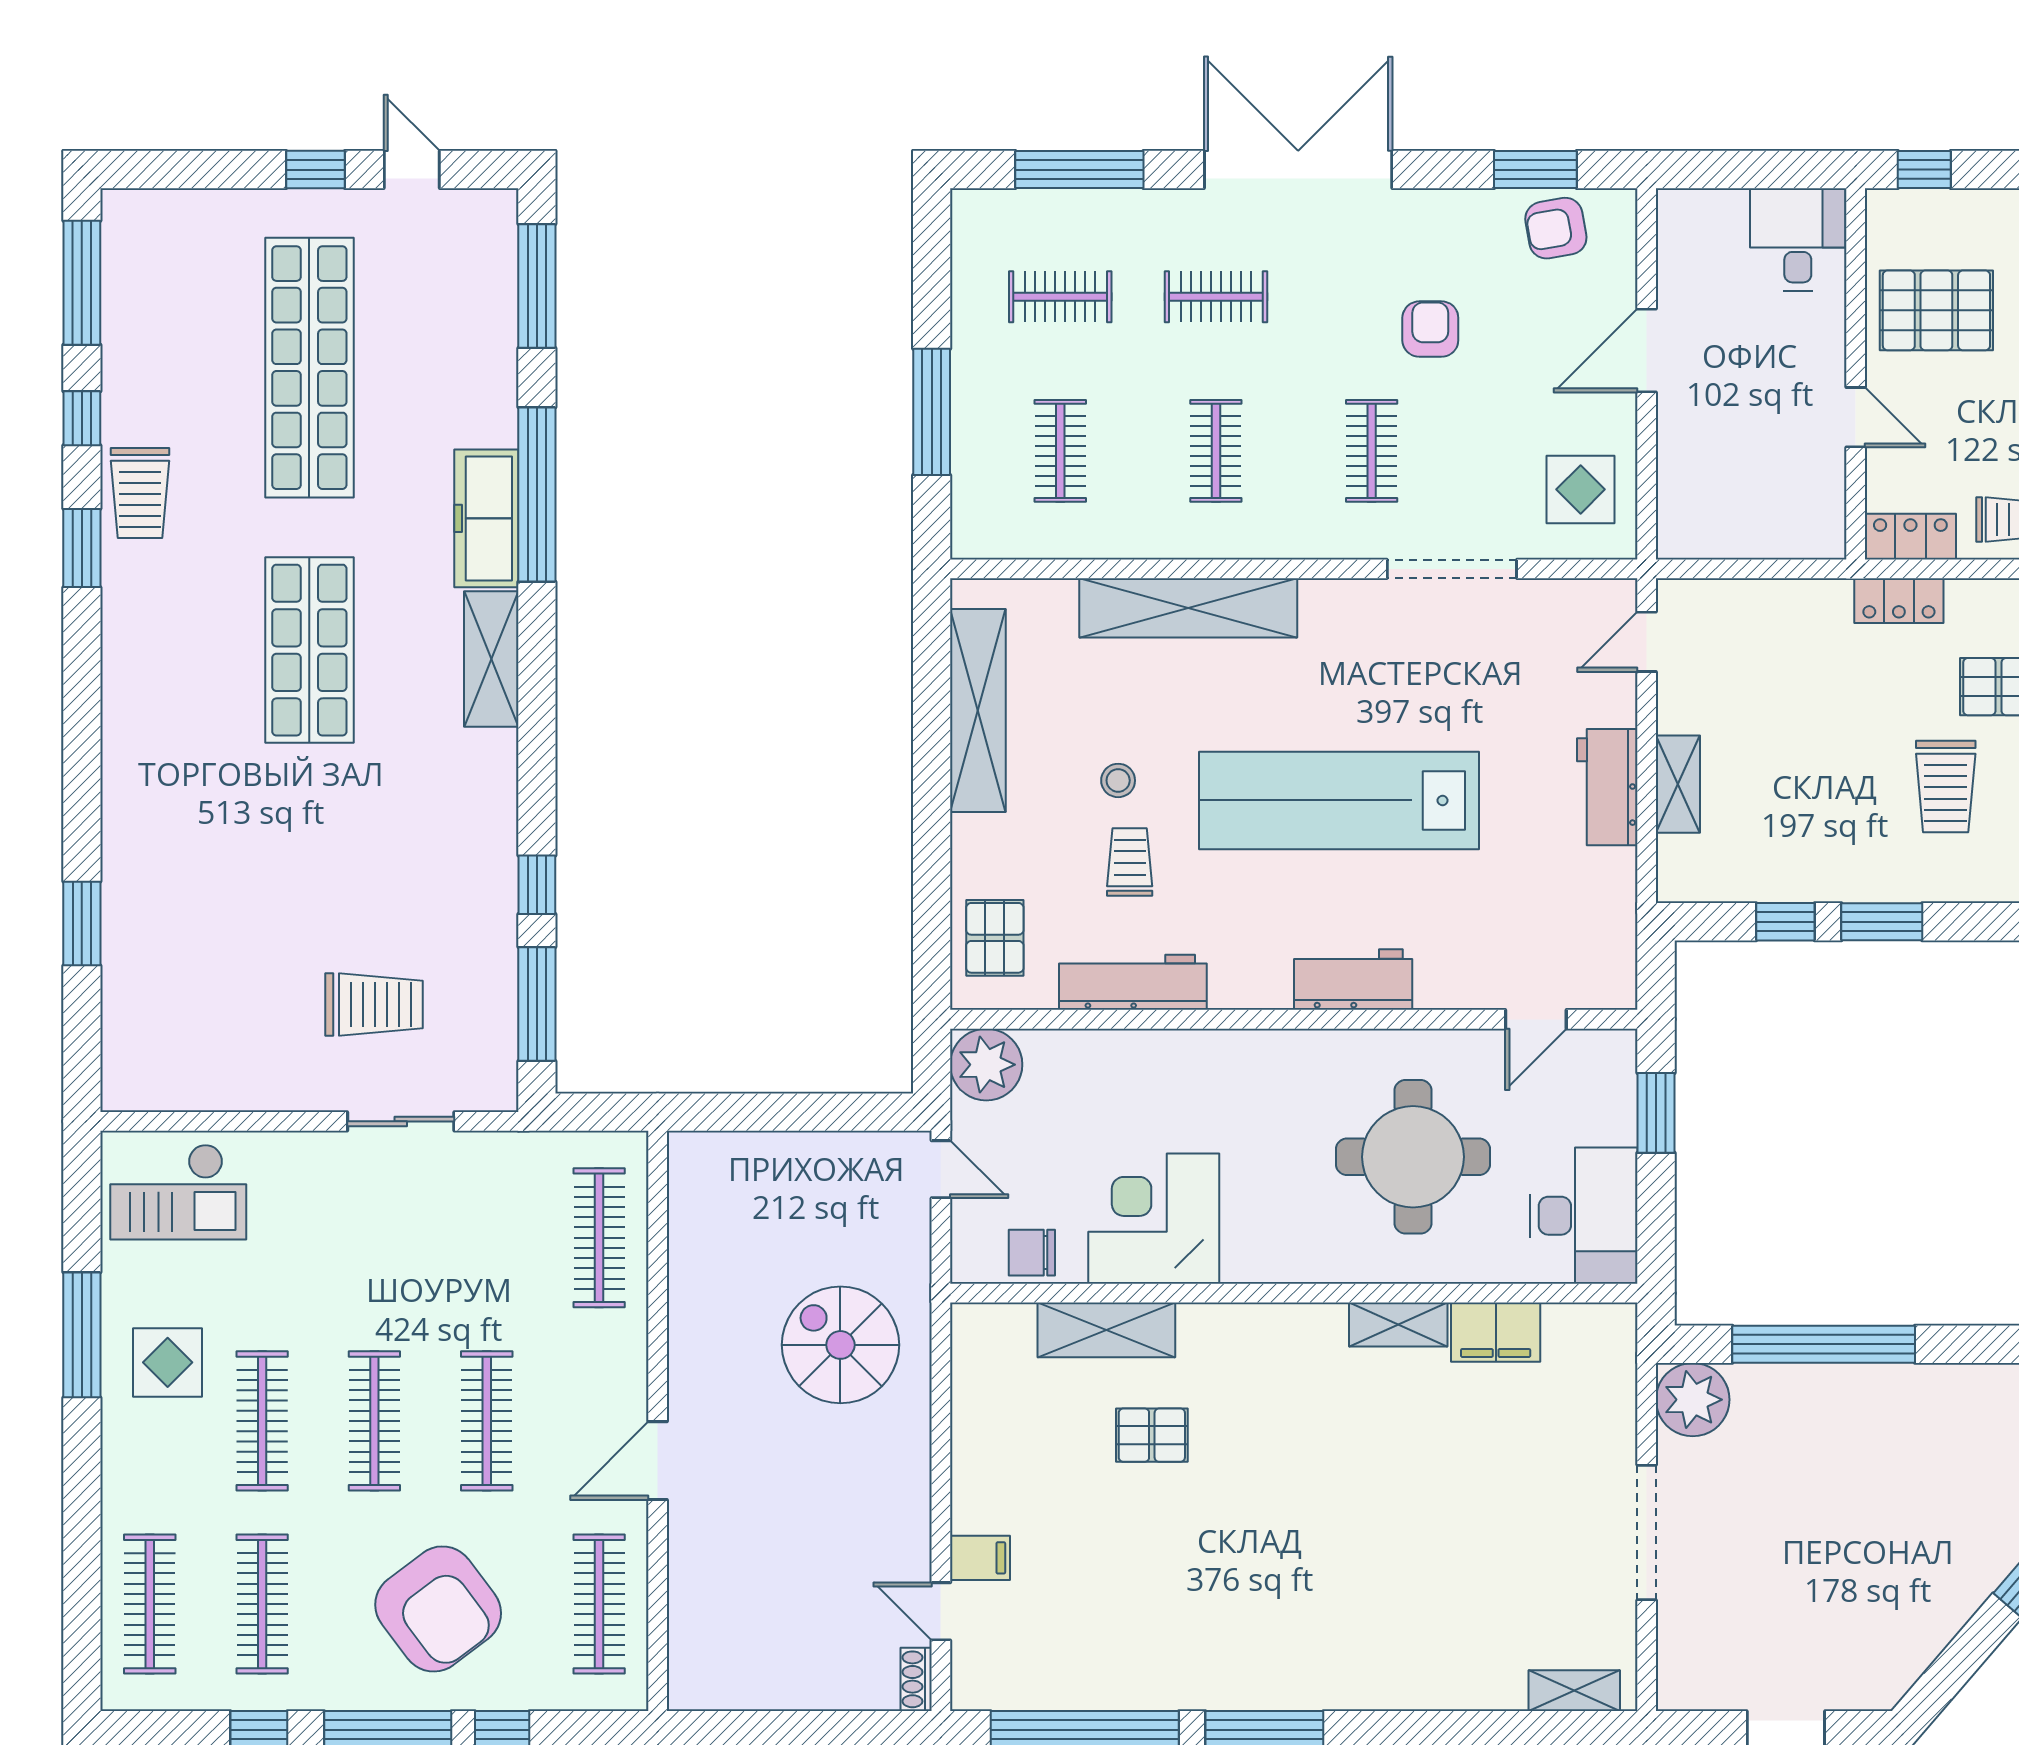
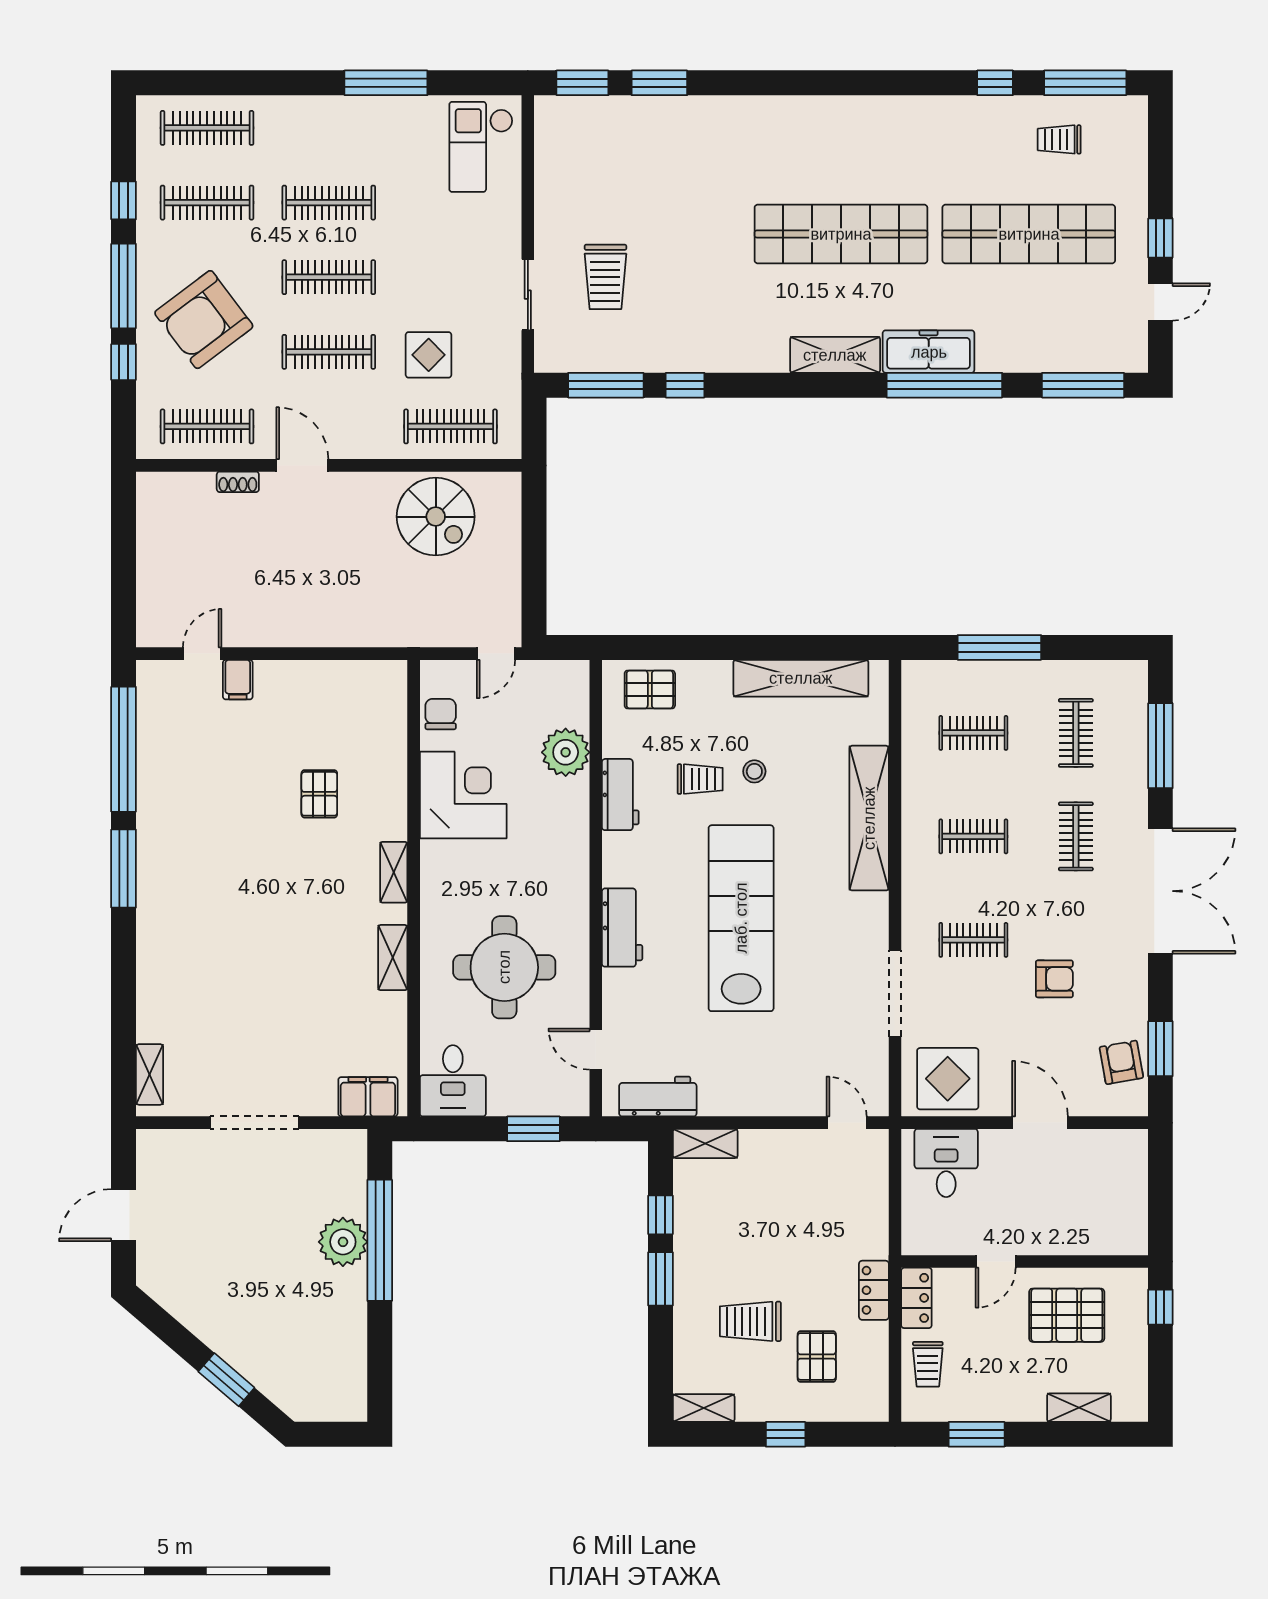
desk: (1798, 239) -> (946, 1163), moved, turned -90
pallet: (1936, 310) -> (1067, 1315), turned 90
display table: (1581, 489) -> (948, 1079), width x1.36, depth x1.36
trolley: (140, 493) -> (1059, 139), moved, width x0.73, depth x0.72
window: (82, 548) -> (582, 83), moved
shop shelf: (309, 650) -> (841, 234), width x1.40
shelving: (1678, 784) -> (705, 1143), moved
workbench: (1607, 787) -> (658, 1097), moved
workbench: (1133, 982) -> (620, 795), width x0.73
plant: (986, 1065) -> (566, 752), moved
desk: (1584, 1216) -> (453, 1081), width x0.73
shelving: (1106, 1330) -> (394, 872), moved, width x0.67, depth x0.75
filing cabinet: (1496, 1332) -> (368, 1097), moved, turned 90
spiral stairs: (840, 1345) -> (436, 517), moved, turned 90
display table: (168, 1362) -> (429, 355), moved
plant: (1693, 1400) -> (343, 1242), moved
shoe rack: (916, 1679) -> (238, 482), moved, turned 180

